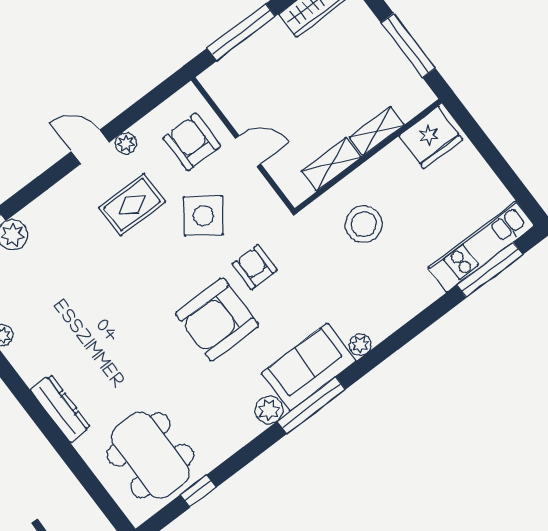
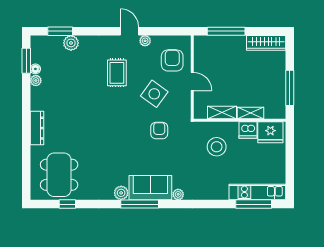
dishwasher: (393, 161) -> (248, 130), added
rug: (132, 205) -> (117, 73), moved, turned 90
armchair: (217, 319) -> (128, 140), removed

